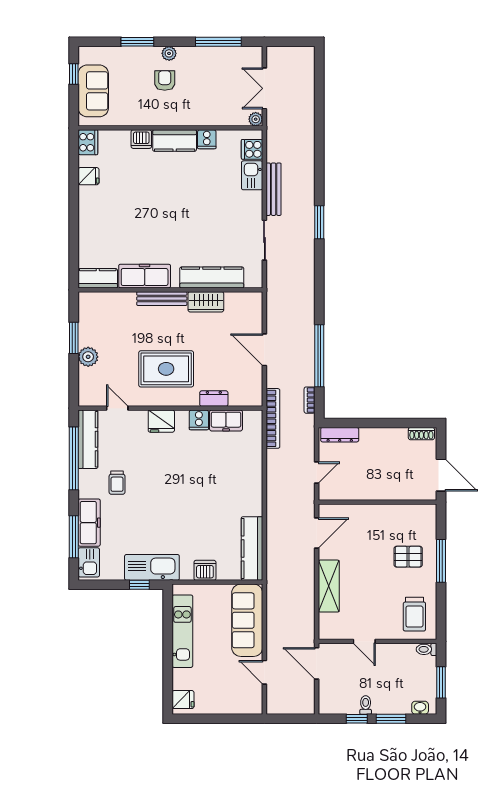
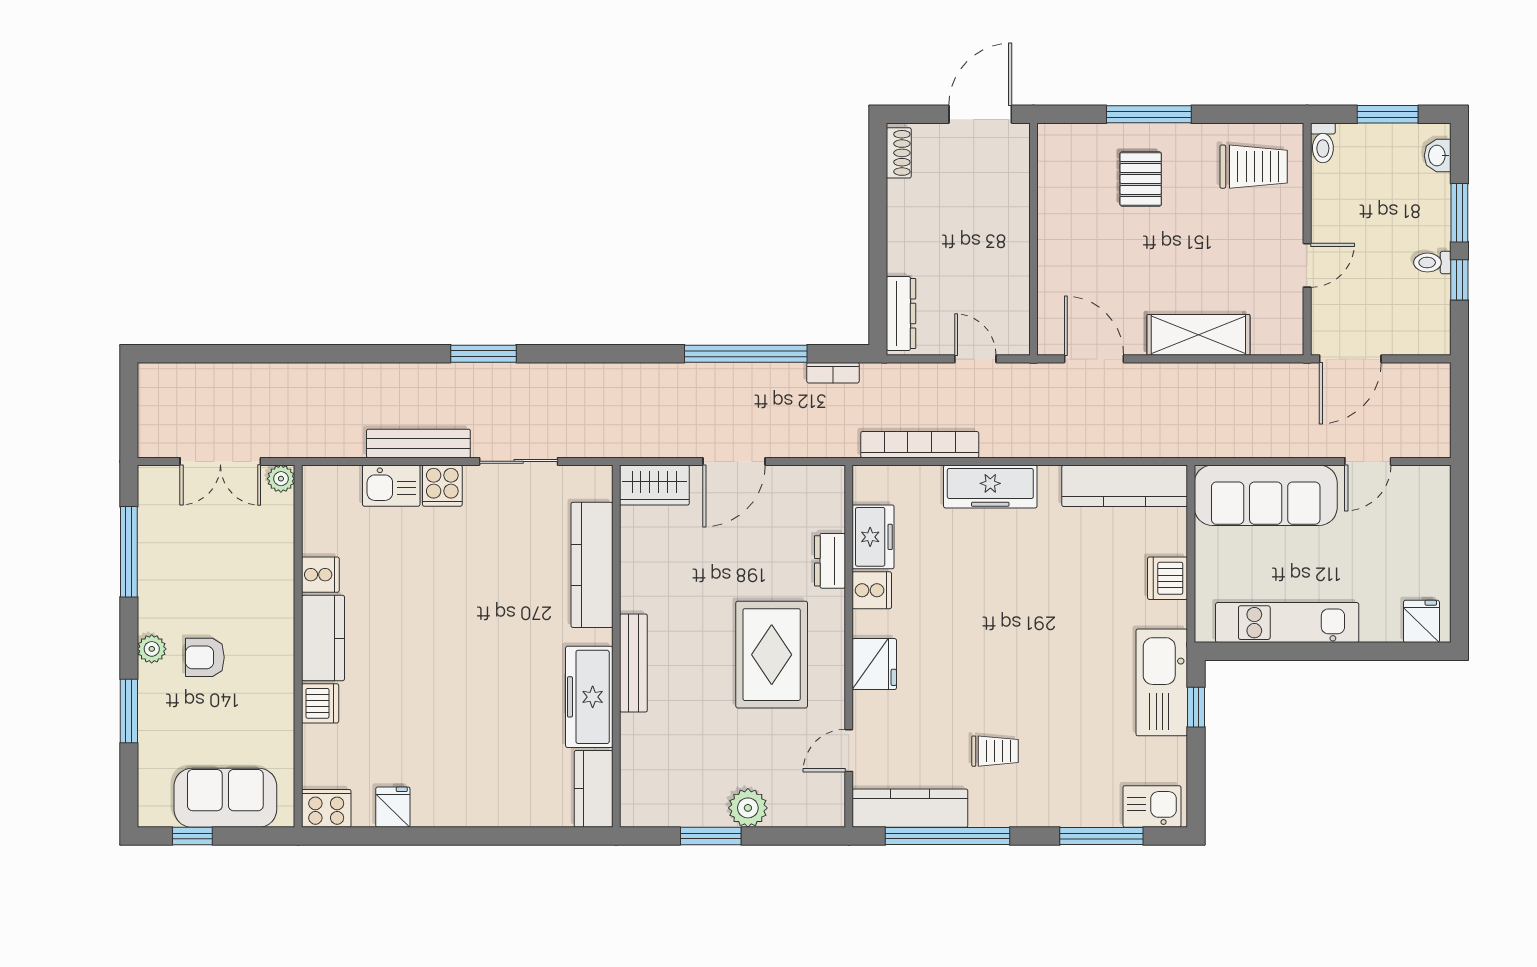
cooker: (252, 149) -> (442, 486), moved
wardrobe: (206, 302) -> (654, 485), moved, turned 90
bookcase: (273, 418) -> (920, 445), moved
freezer: (89, 523) -> (990, 487), moved, turned 180

